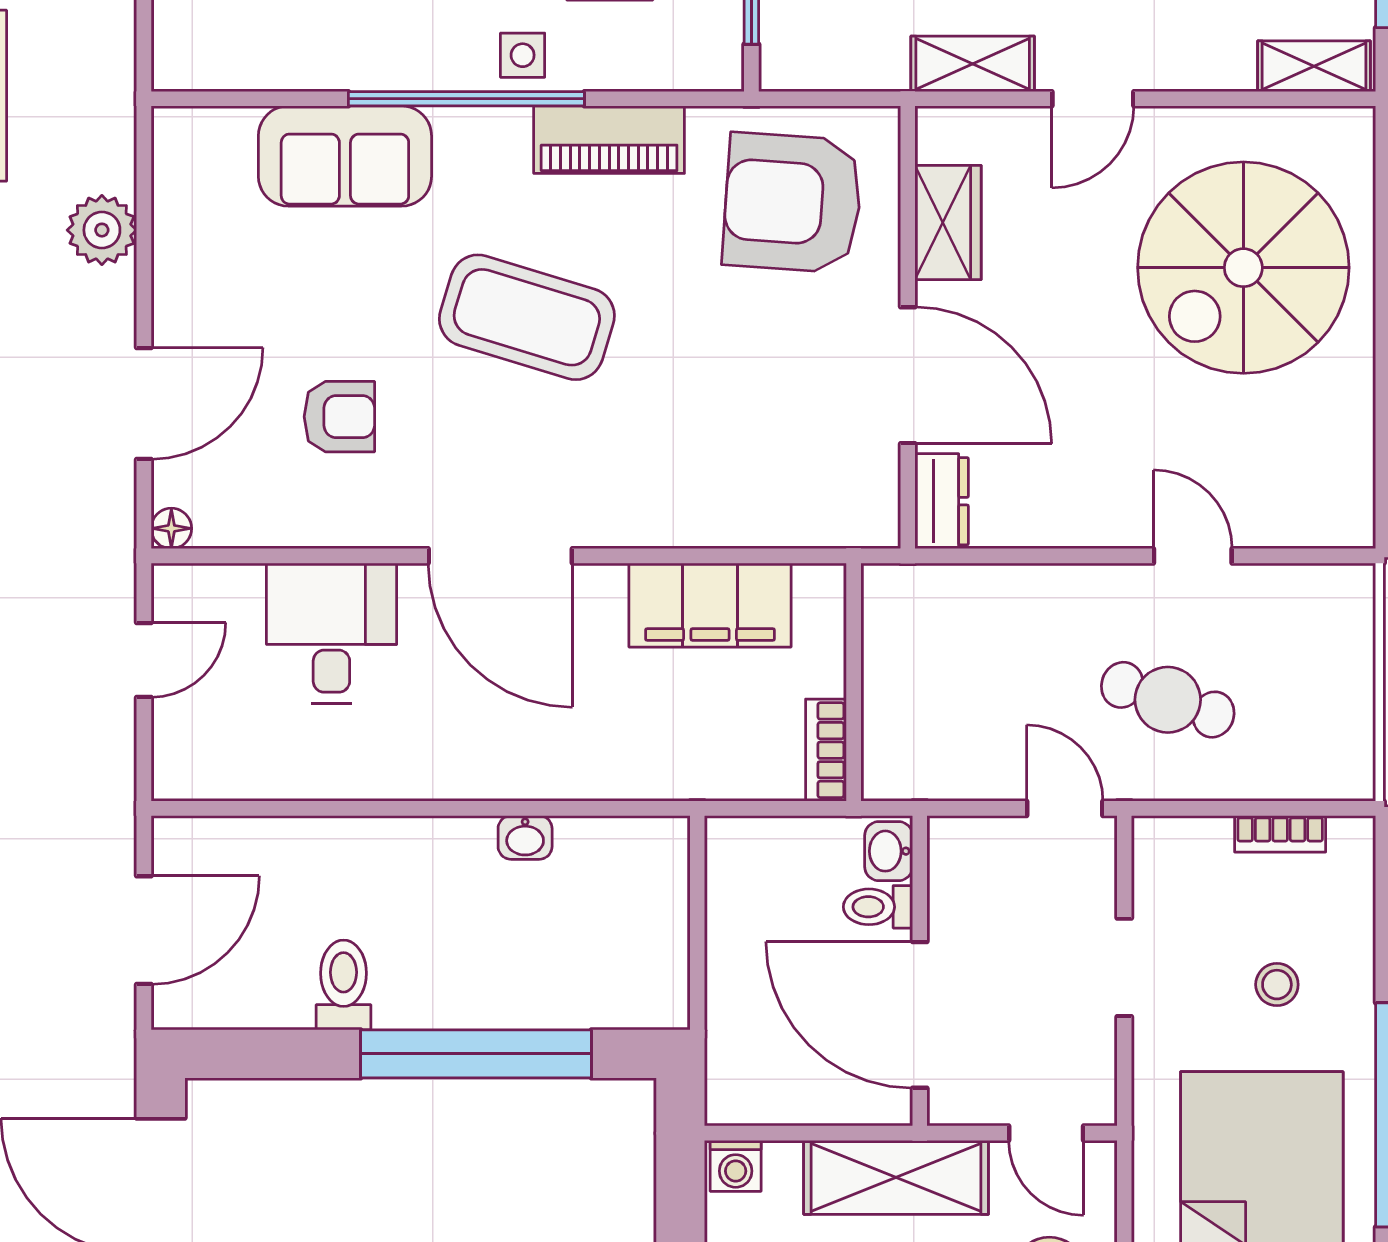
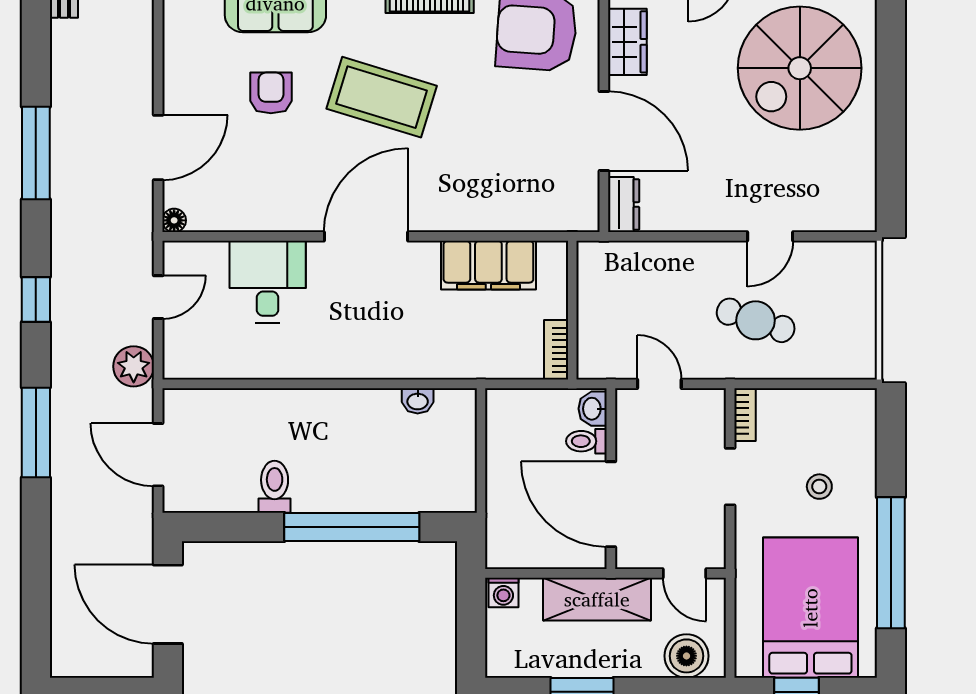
plant: (102, 230) -> (134, 366), moved
armchair: (339, 417) -> (271, 93), moved, turned -90
door: (500, 556) -> (366, 236), swing flipped
door: (1193, 556) -> (770, 236), swing flipped
door: (1065, 808) -> (659, 384), moved
bookcase: (1280, 834) -> (745, 415), moved, turned -90
washbasin: (525, 838) -> (418, 401), moved
door: (144, 930) -> (158, 455), swing flipped

